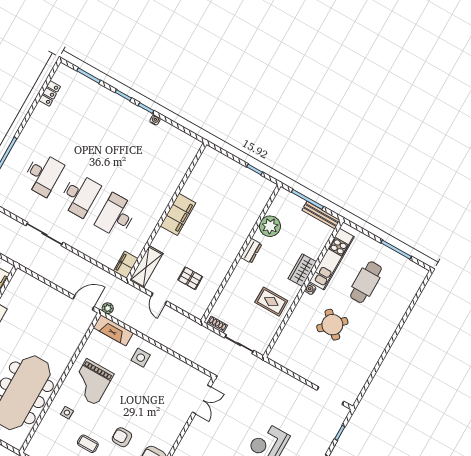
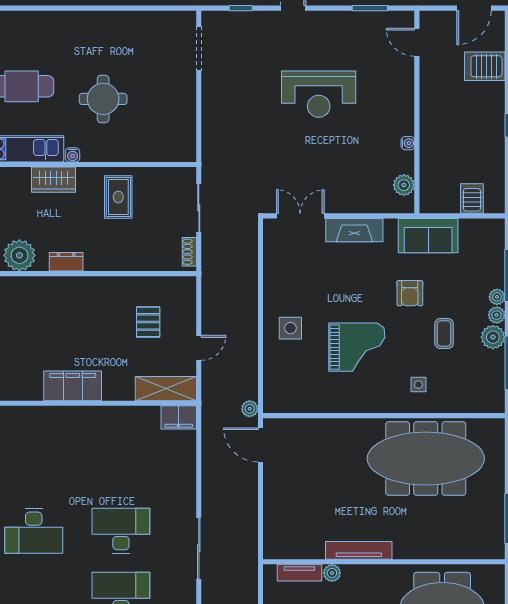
desk: (116, 216) -> (34, 531), moved
round table: (332, 325) -> (103, 99), turned 45
fireplace: (113, 330) -> (354, 230), moved, turned 90
grand piano: (91, 382) -> (357, 347), moved

